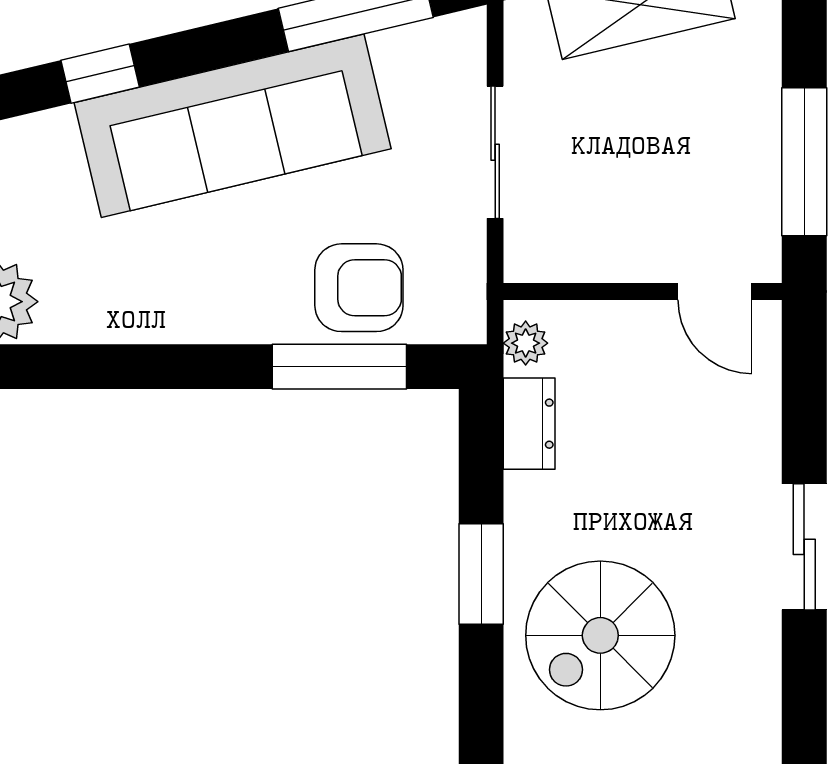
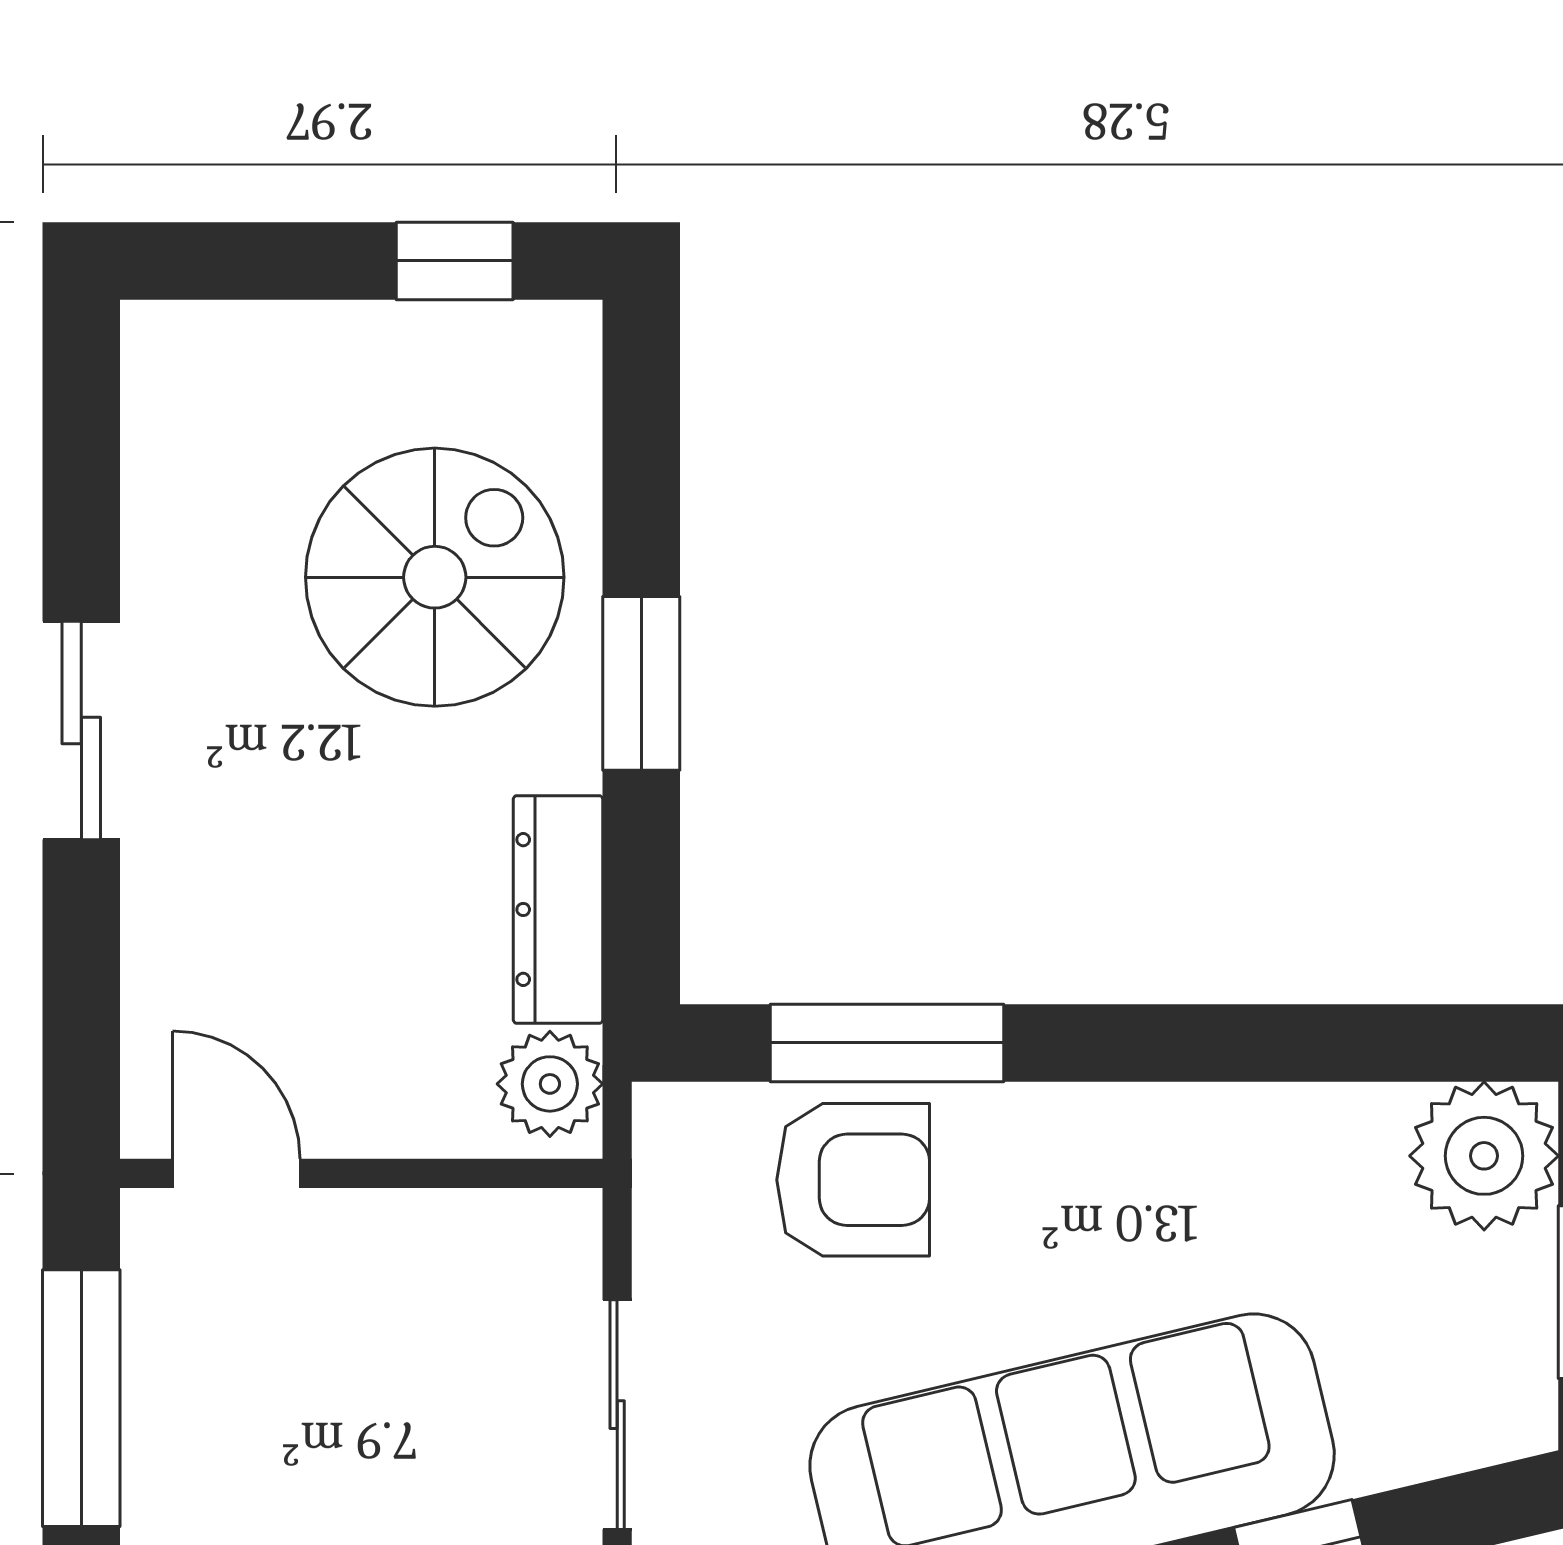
armchair: (359, 288) -> (853, 1180), turned 180
plant: (526, 343) -> (550, 1084), width x1.38, depth x1.38
dresser: (529, 424) -> (558, 910), width x1.44

